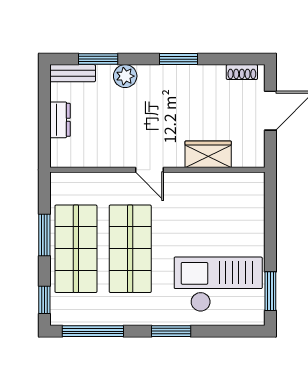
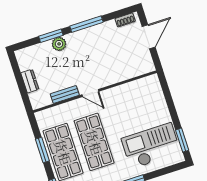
window: (98, 59) -> (51, 36), moved
window: (179, 59) -> (86, 24), width x1.44
bench: (73, 73) -> (65, 95), moved
wardrobe: (208, 154) -> (121, 73), removed

